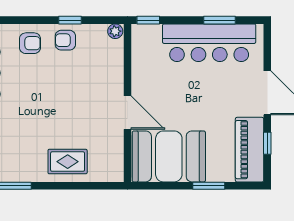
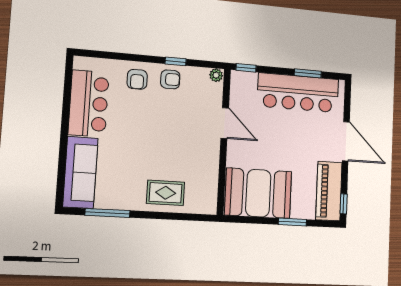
armchair: (65, 40) -> (170, 79), turned 180
armchair: (30, 43) -> (137, 79), turned 90
door: (128, 113) -> (225, 123), moved
window: (267, 143) -> (344, 204), moved

